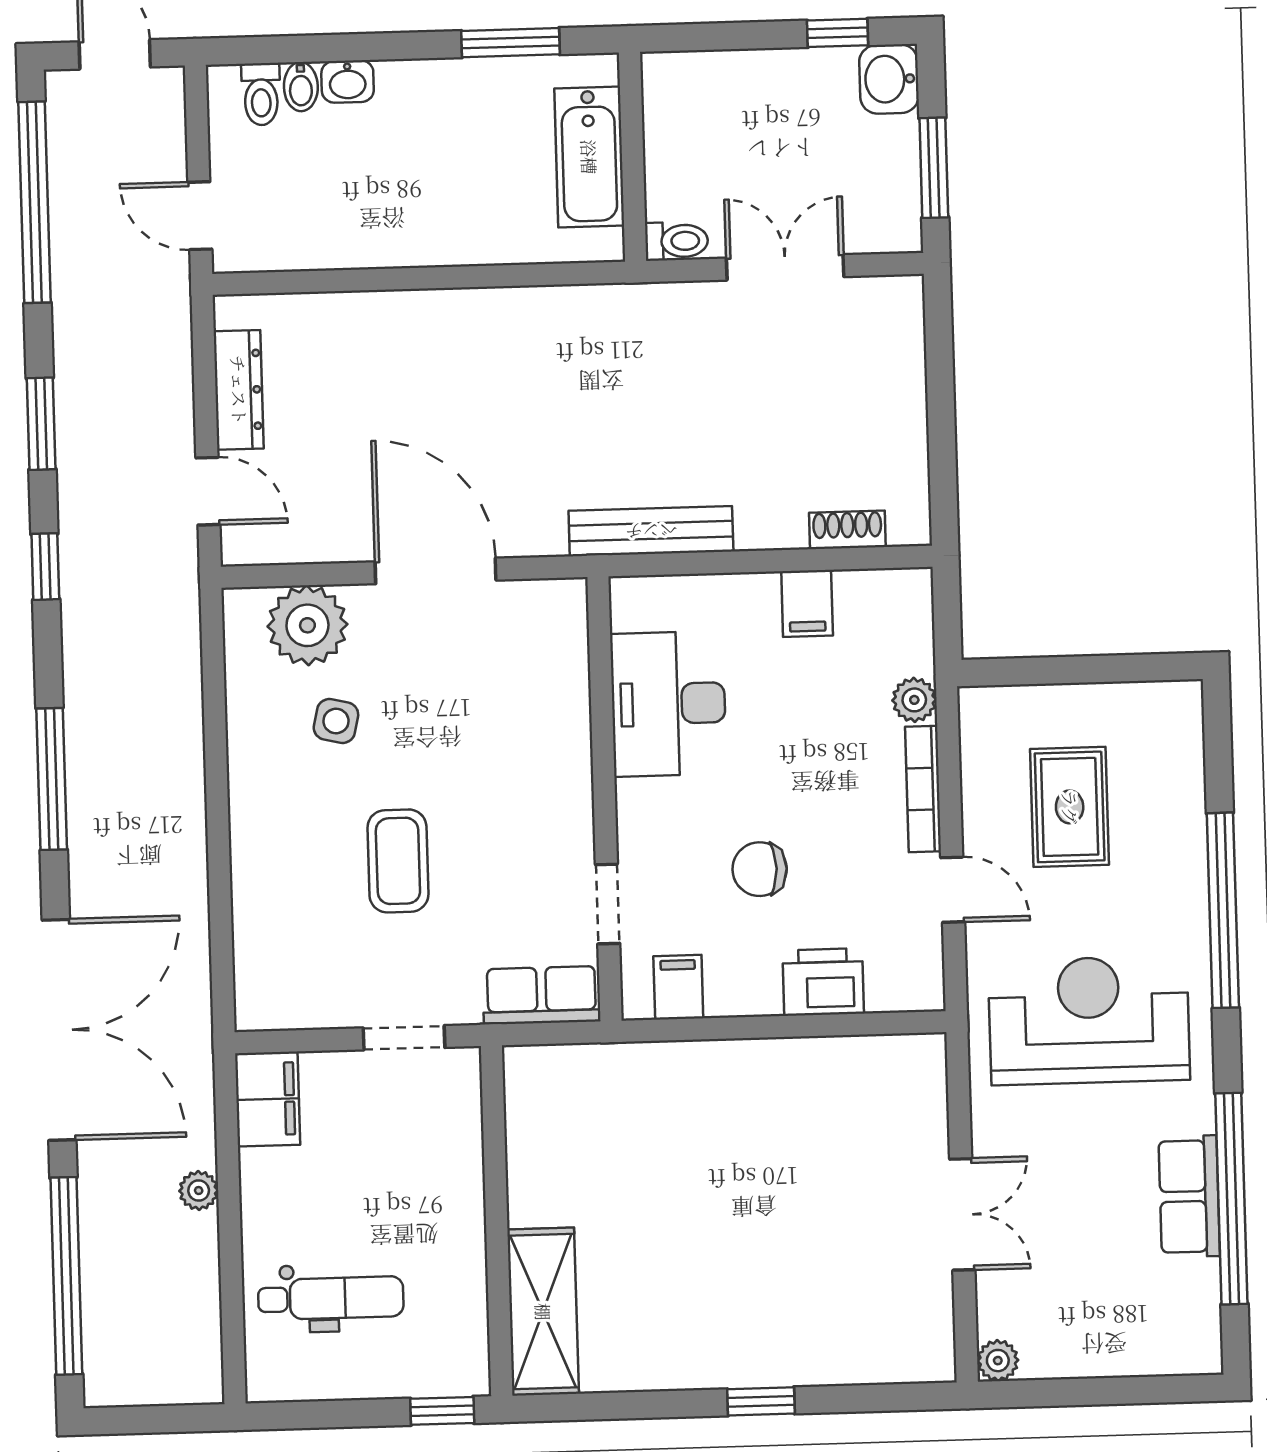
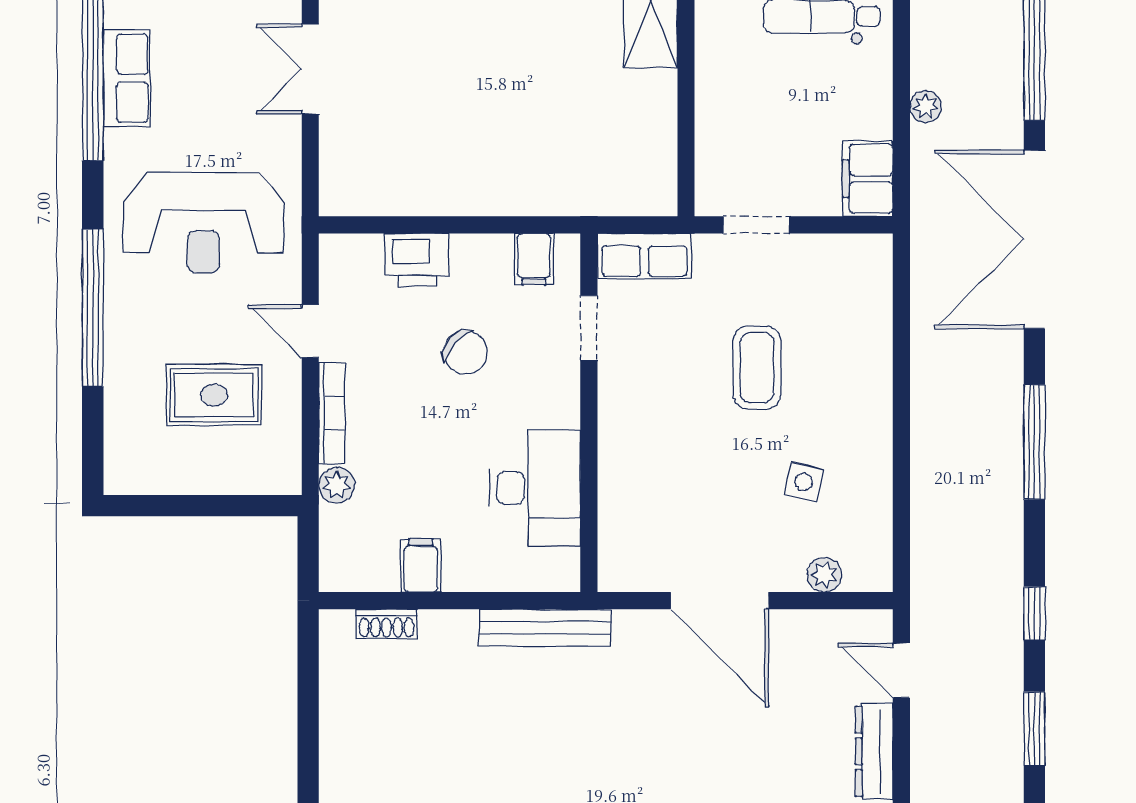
plant: (307, 625) -> (824, 575), width x0.53, depth x0.53
rug: (1070, 807) -> (214, 395), turned 90
chair: (760, 869) -> (465, 352), turned 42

